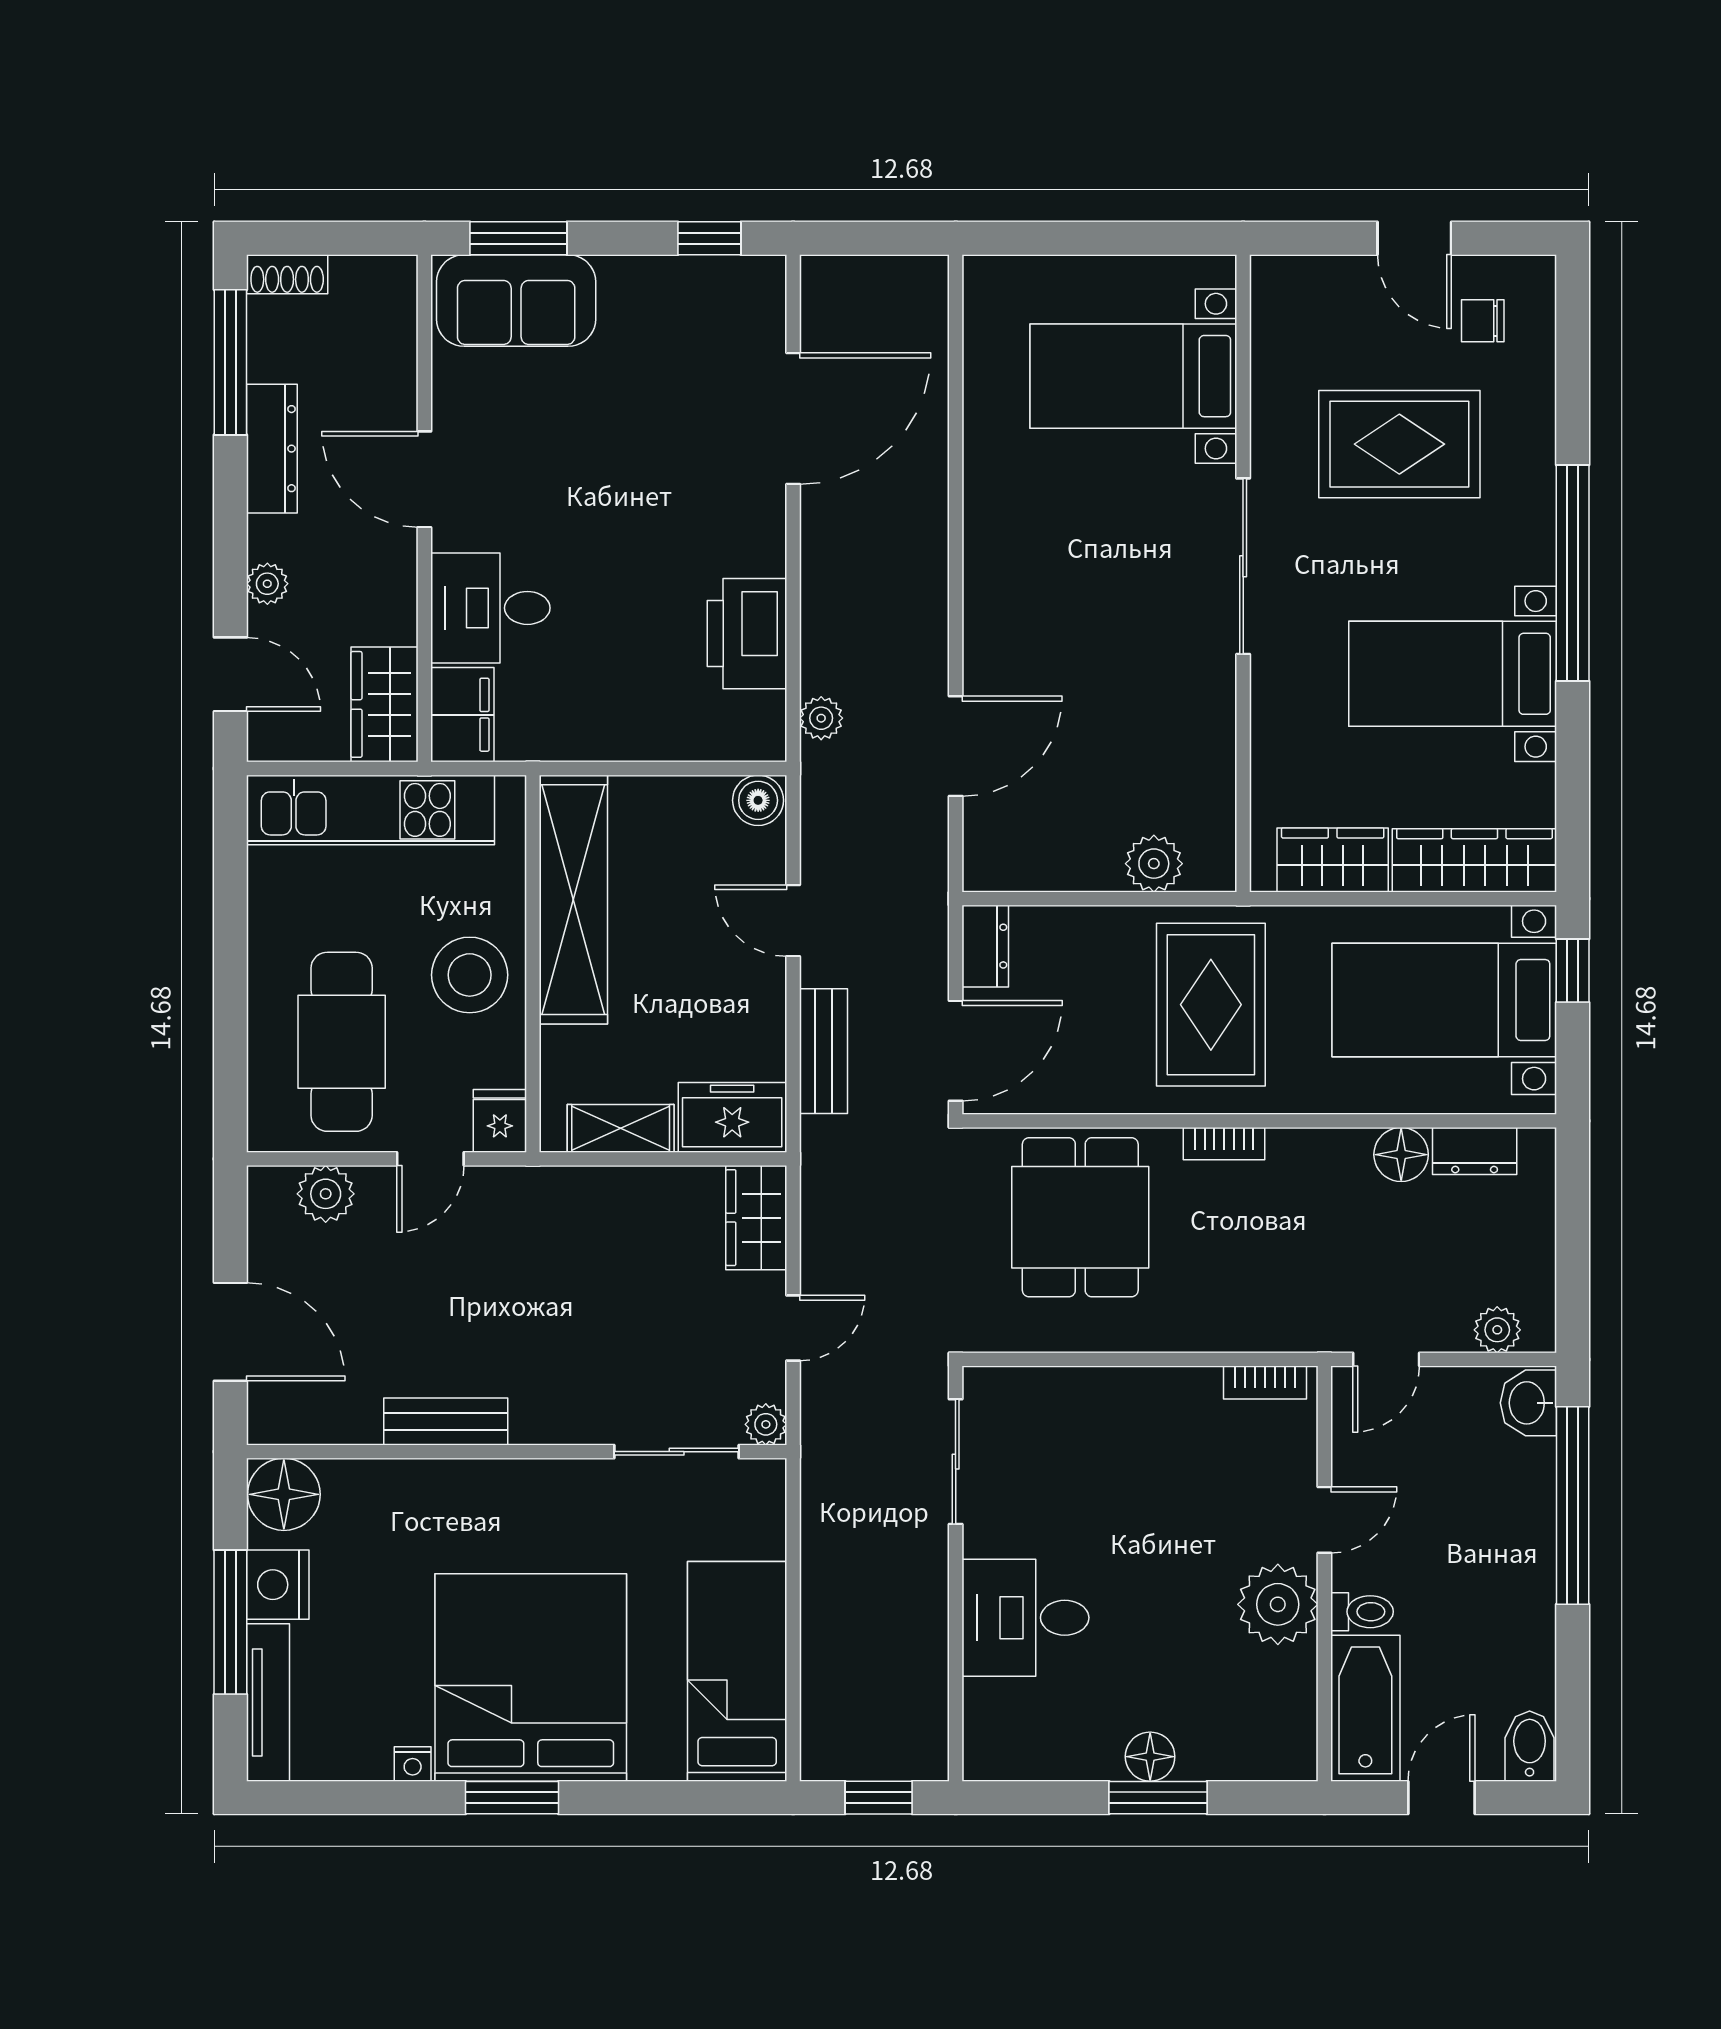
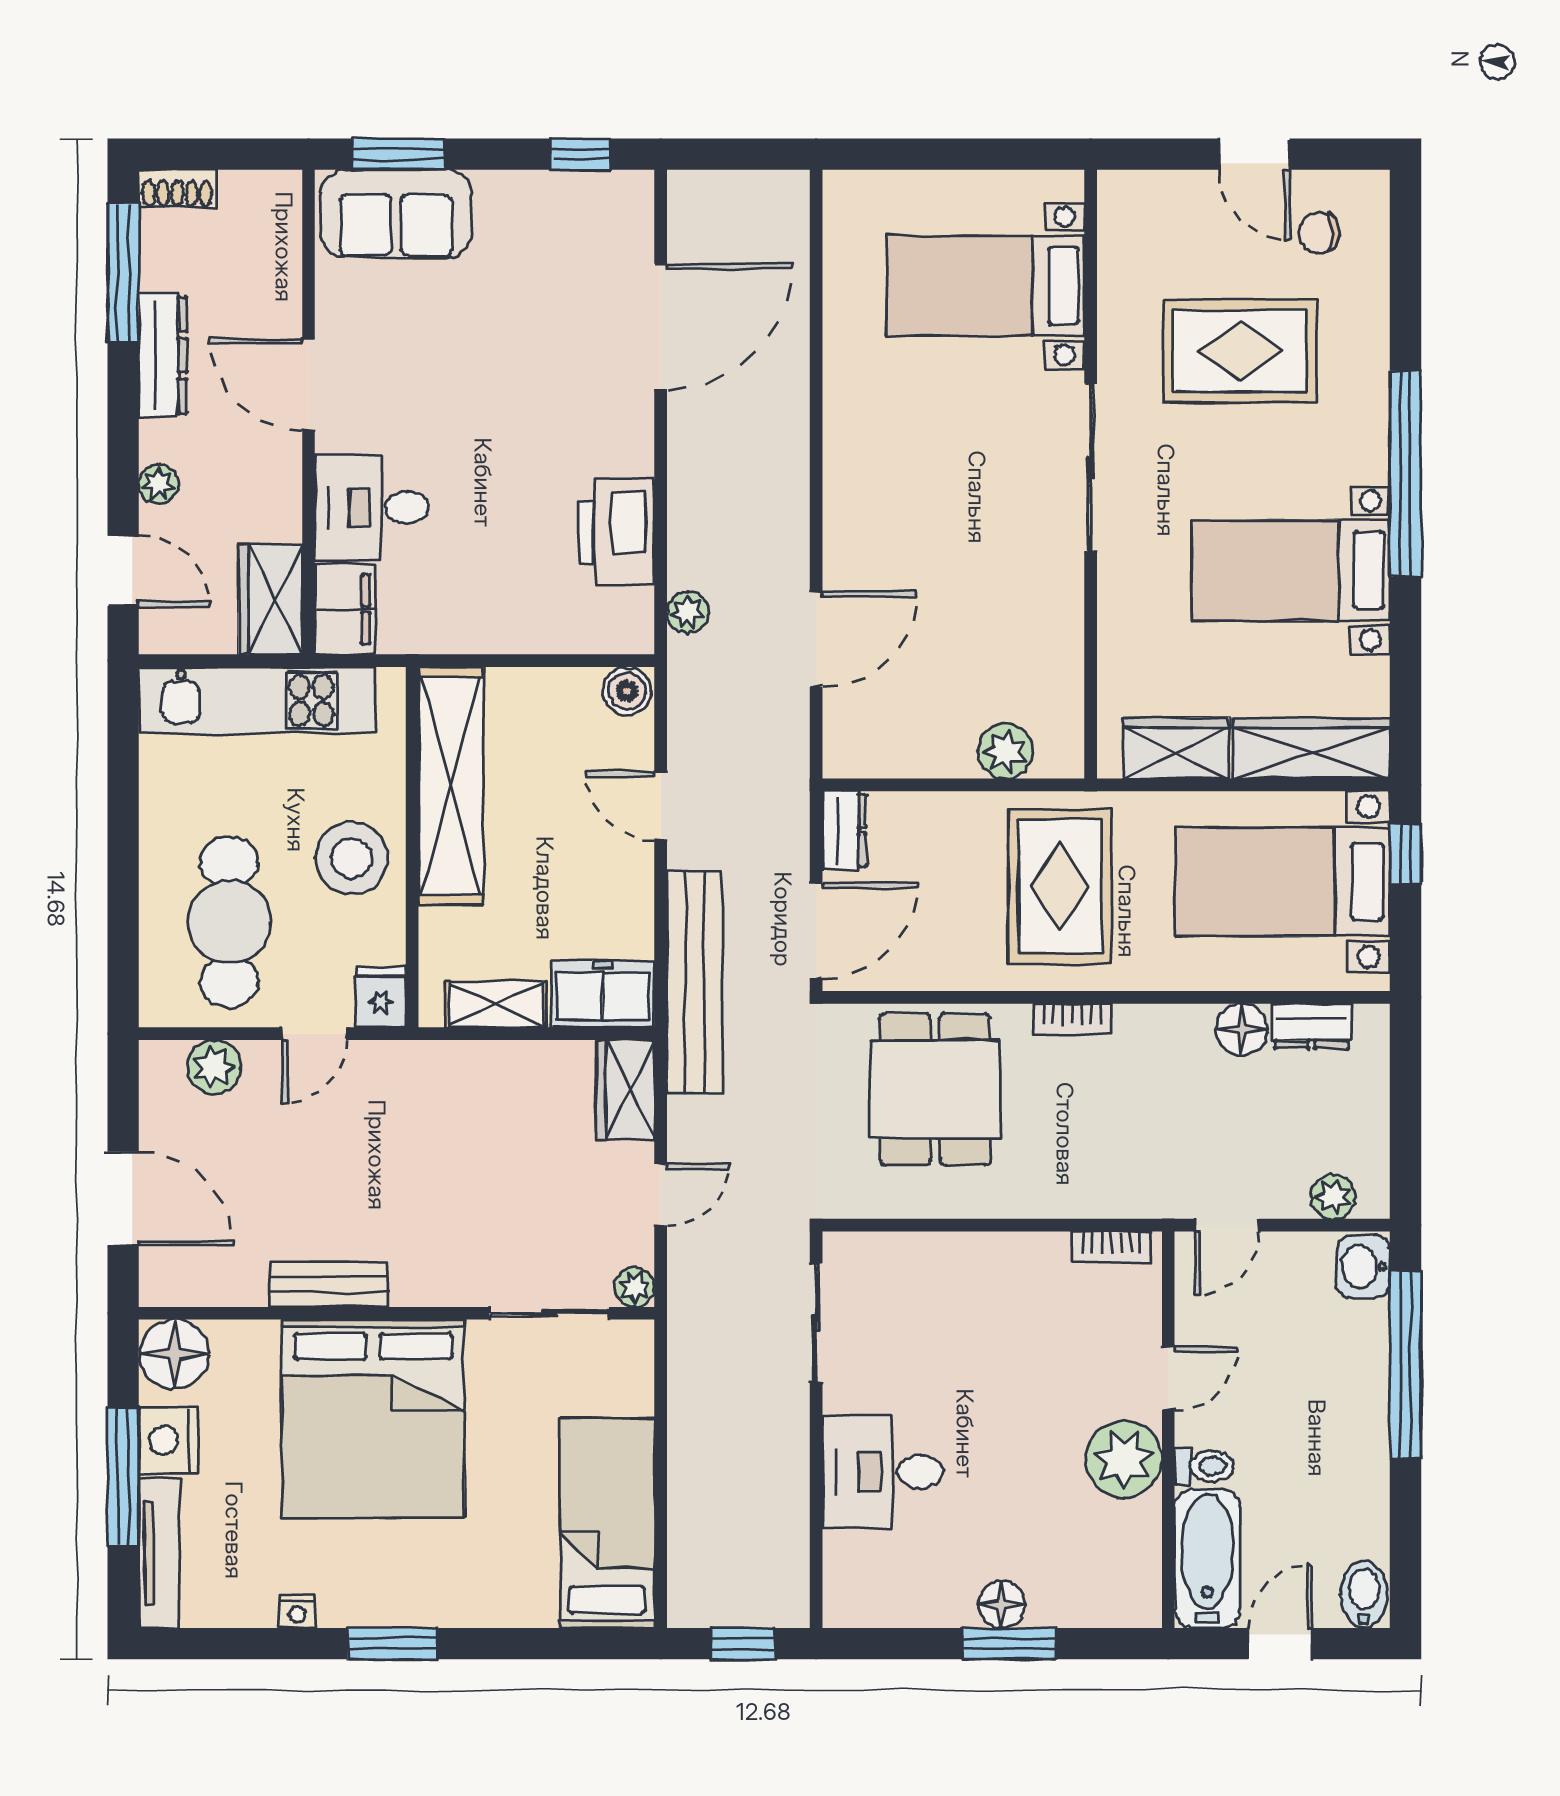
bench: (823, 1051) -> (695, 982), width x1.86, depth x1.21
bed: (531, 1677) -> (373, 1419), moved, turned 180

